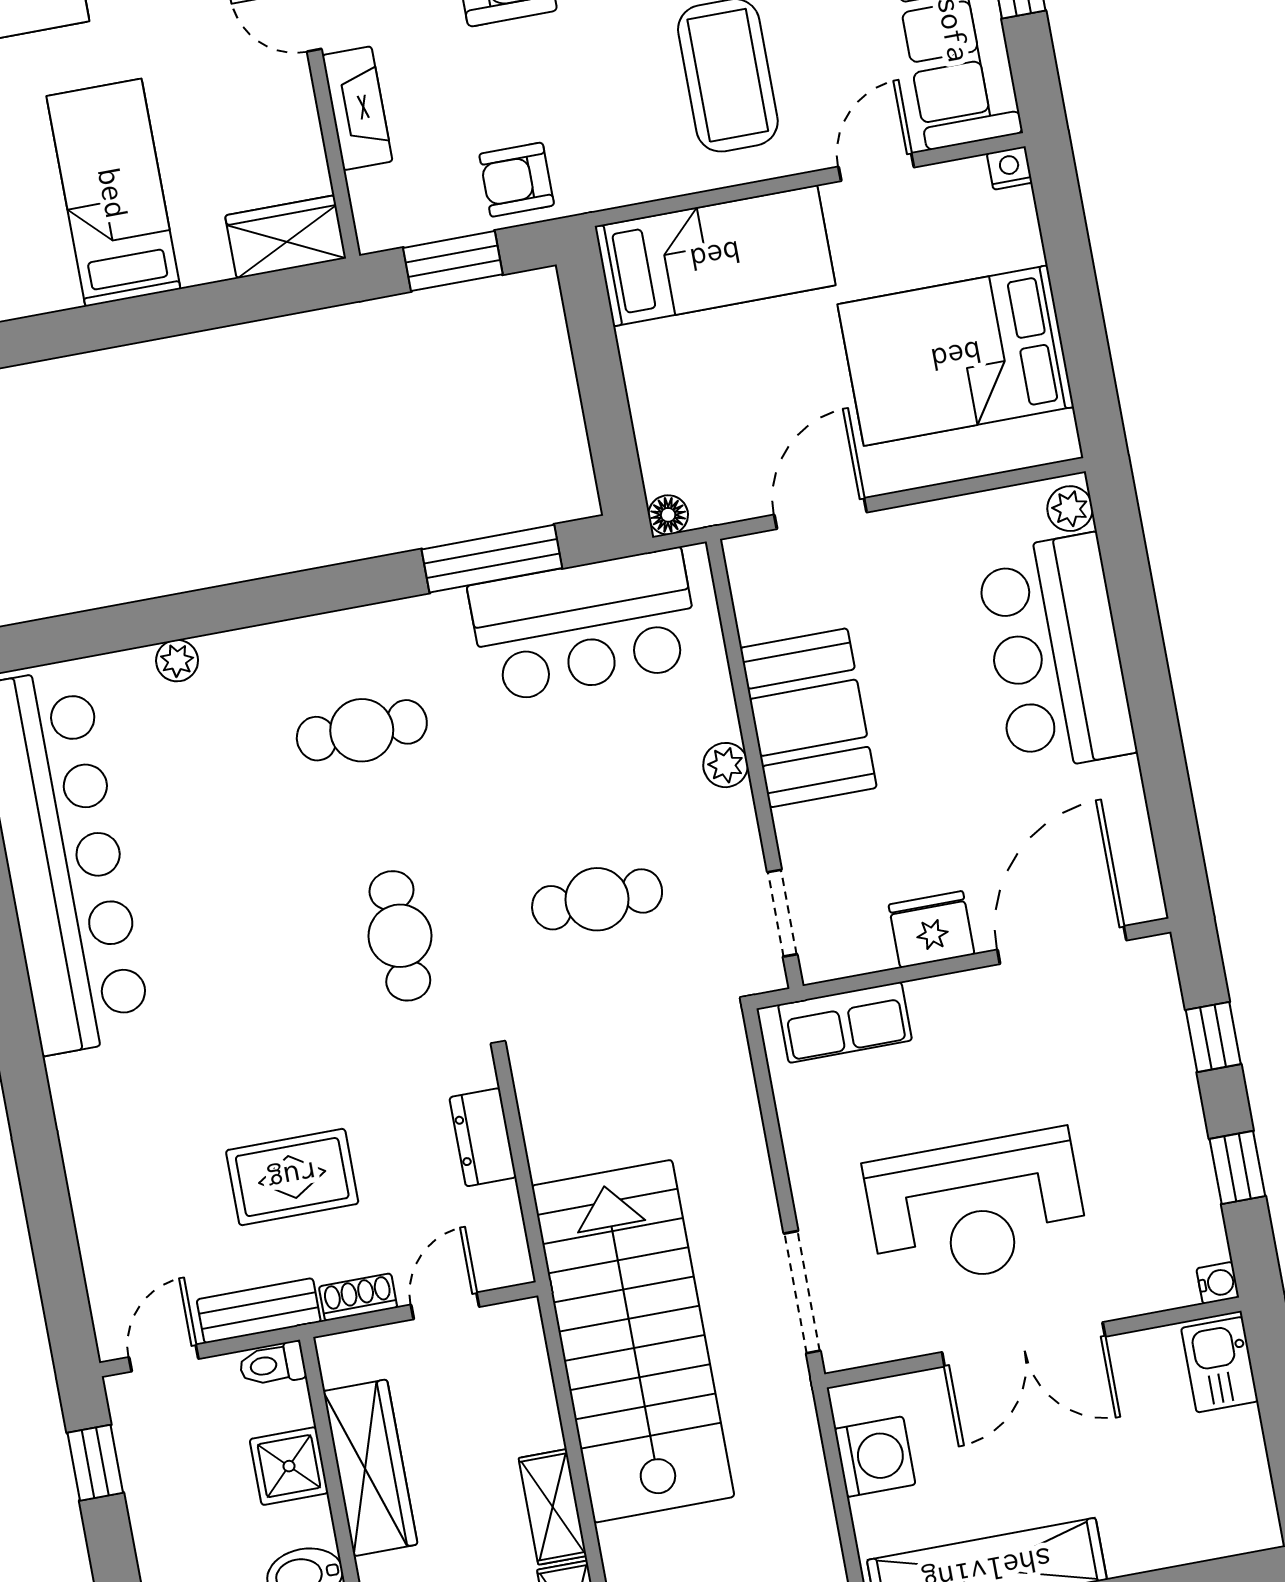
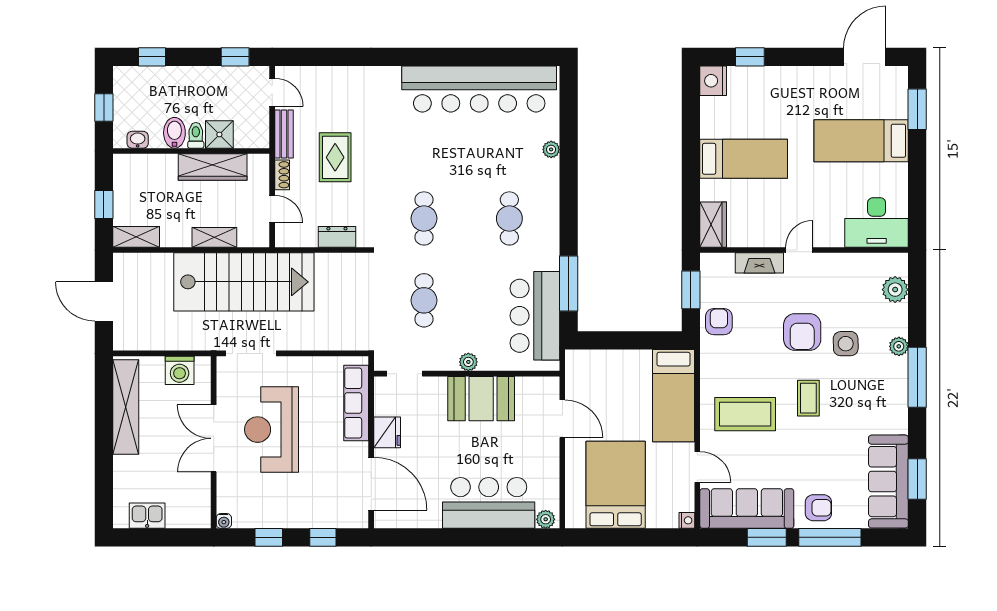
floor lamp: (668, 515) -> (573, 357), removed
cafe table: (400, 936) -> (424, 218), turned 90
row of seats: (845, 1022) -> (356, 403), width x1.48
toilet: (272, 1364) -> (196, 135), moved
kitchen sink: (1220, 1365) -> (147, 516), moved
shelving: (553, 1507) -> (214, 237), moved

